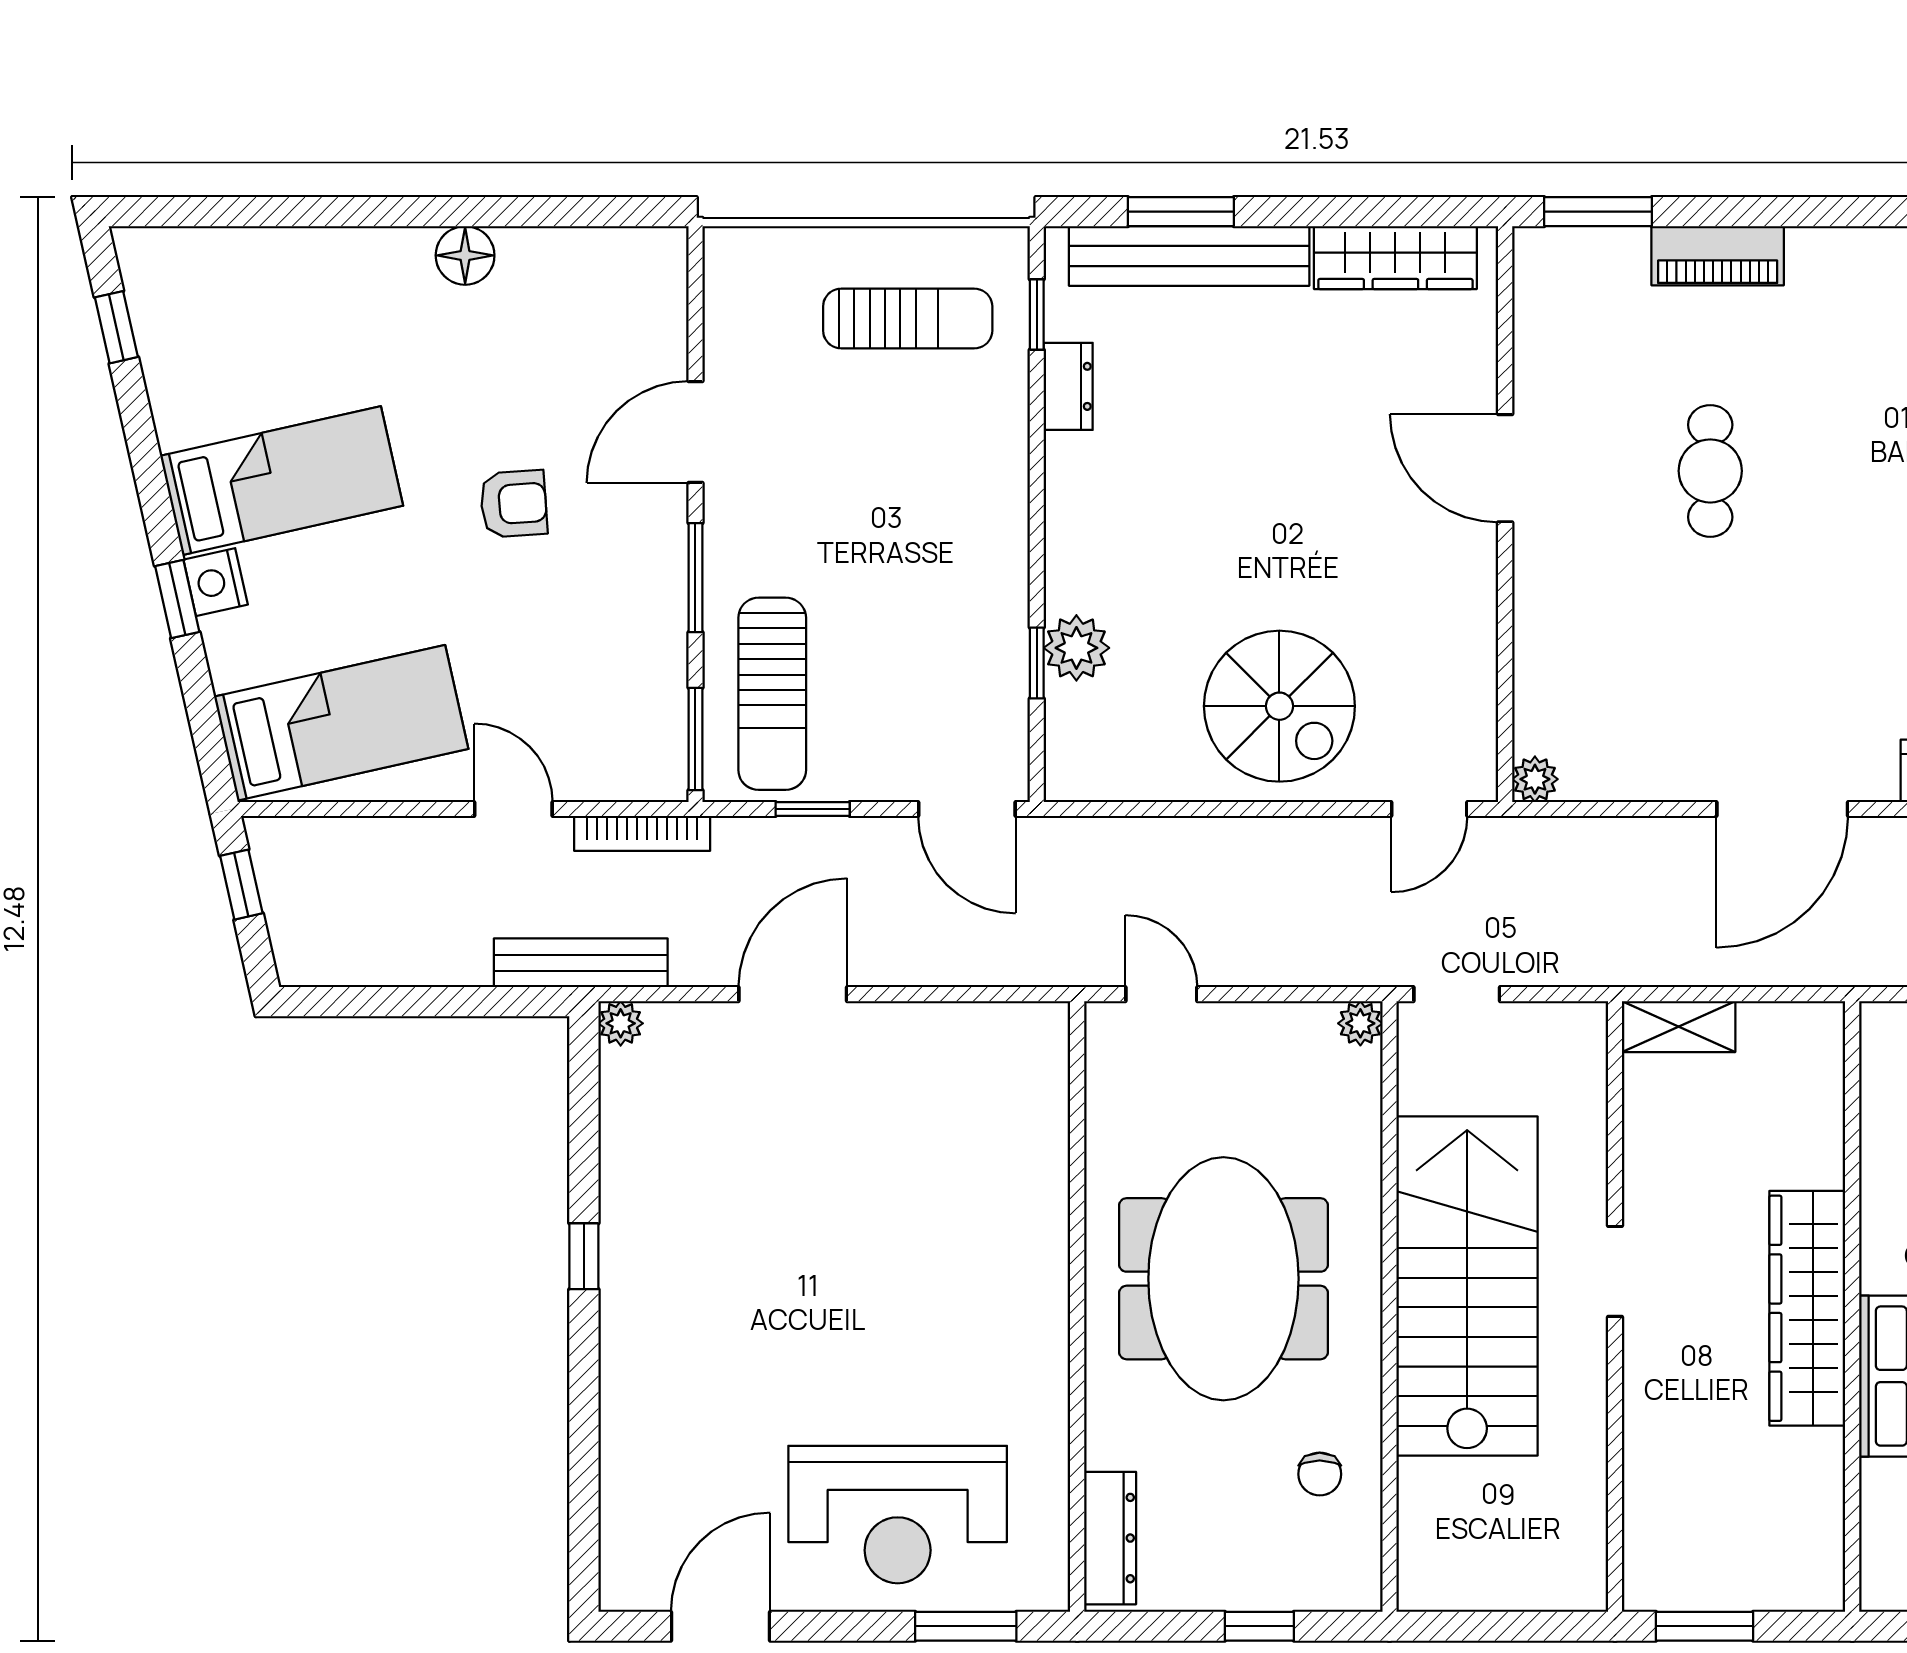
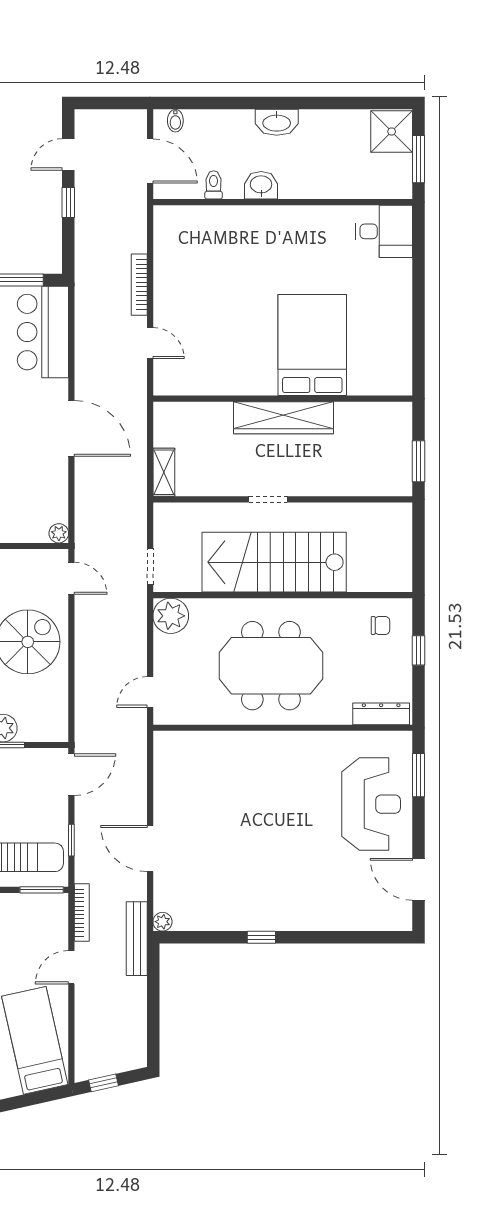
plant: (1360, 1023) -> (171, 616), width x1.87, depth x1.87
chair: (1320, 1474) -> (380, 625), moved

